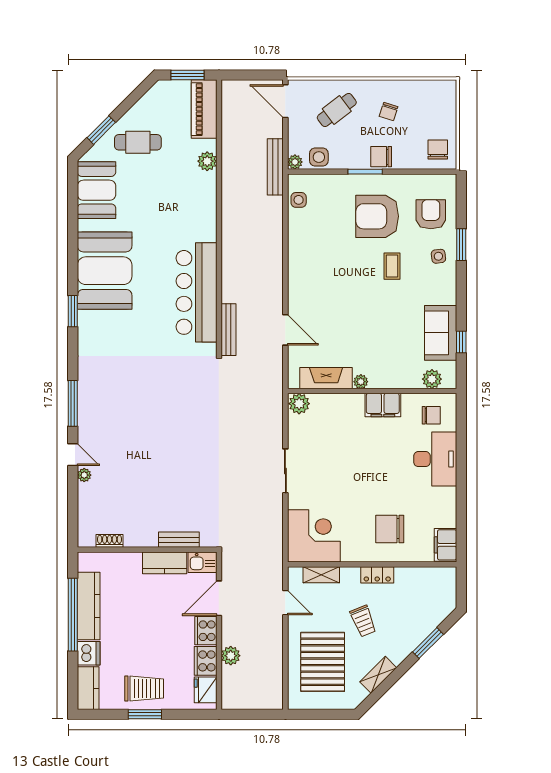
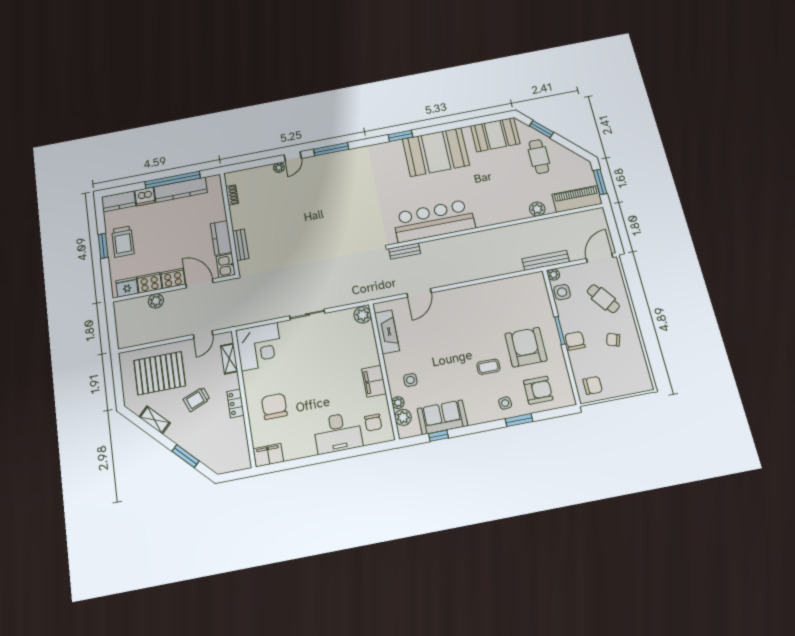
side table: (299, 200) -> (410, 380), moved
bench: (229, 330) -> (405, 251), width x0.73
plant: (361, 382) -> (398, 403), moved

